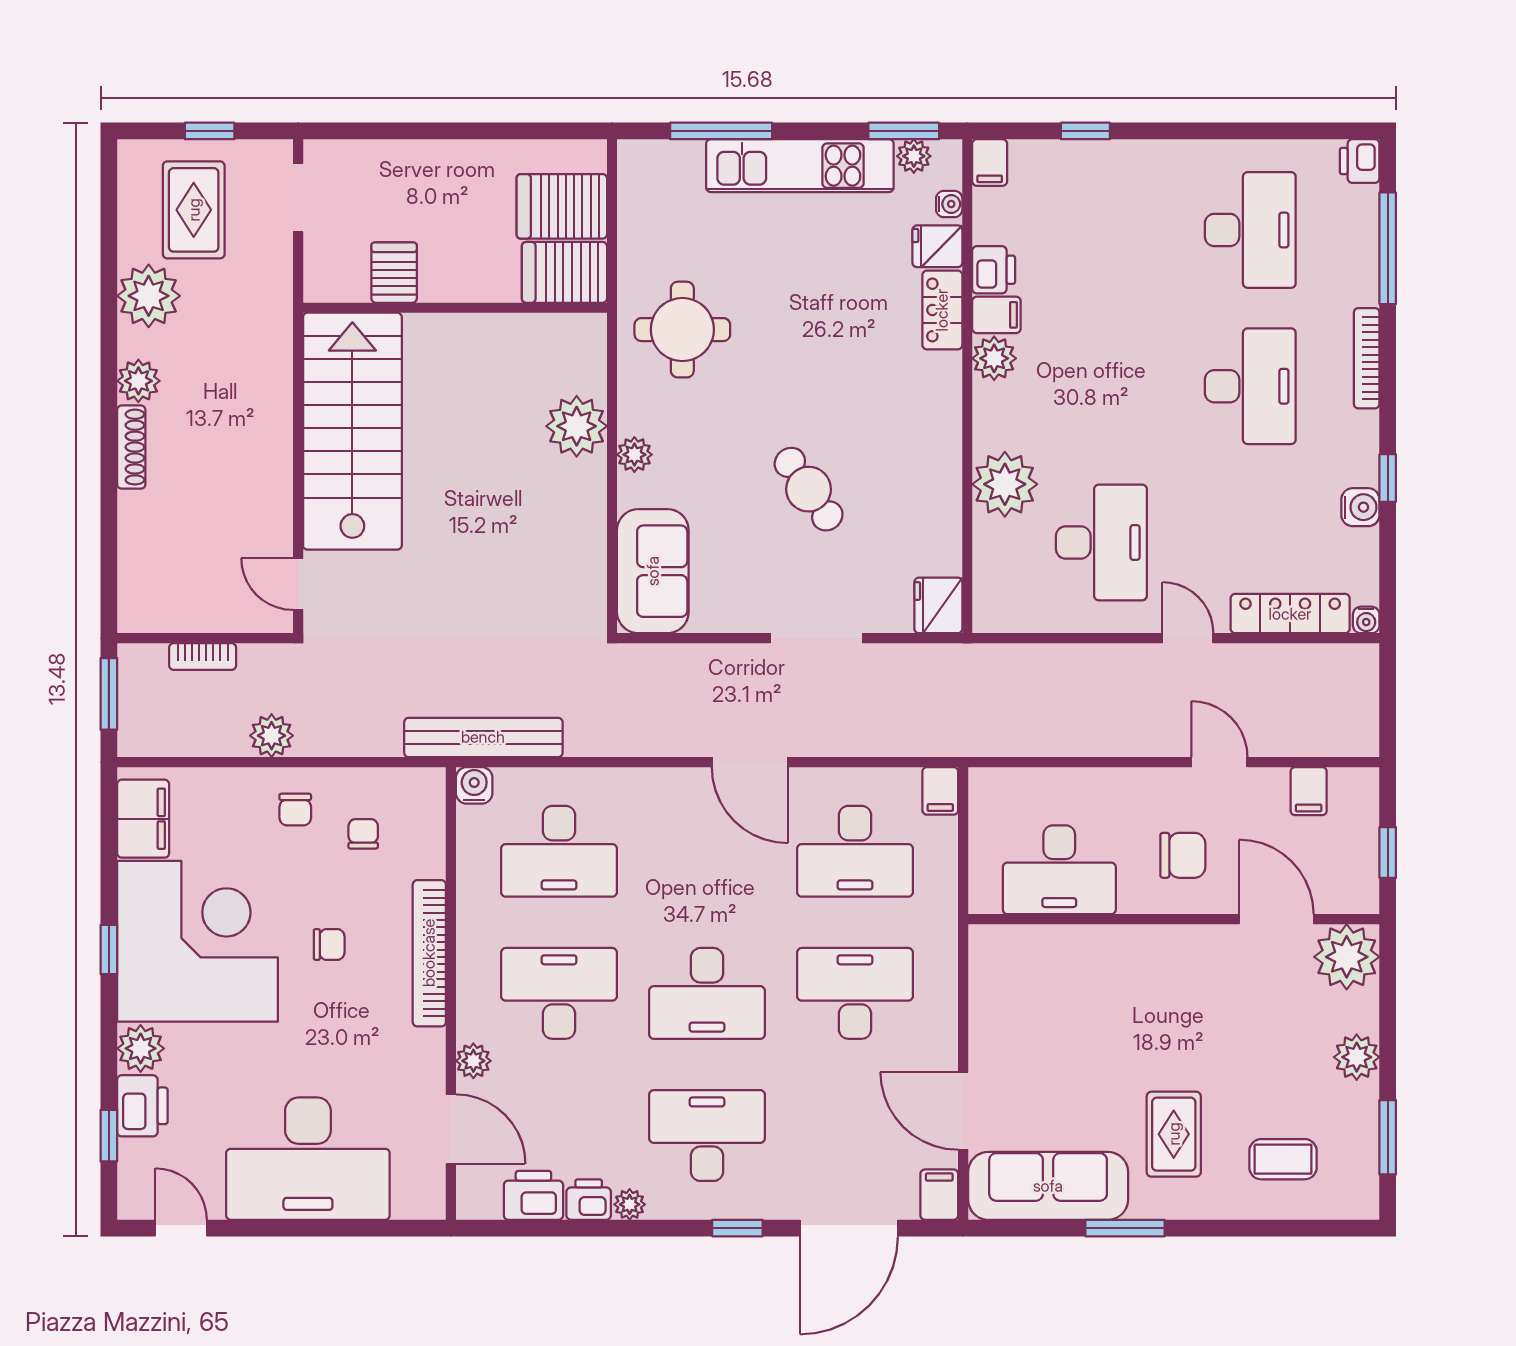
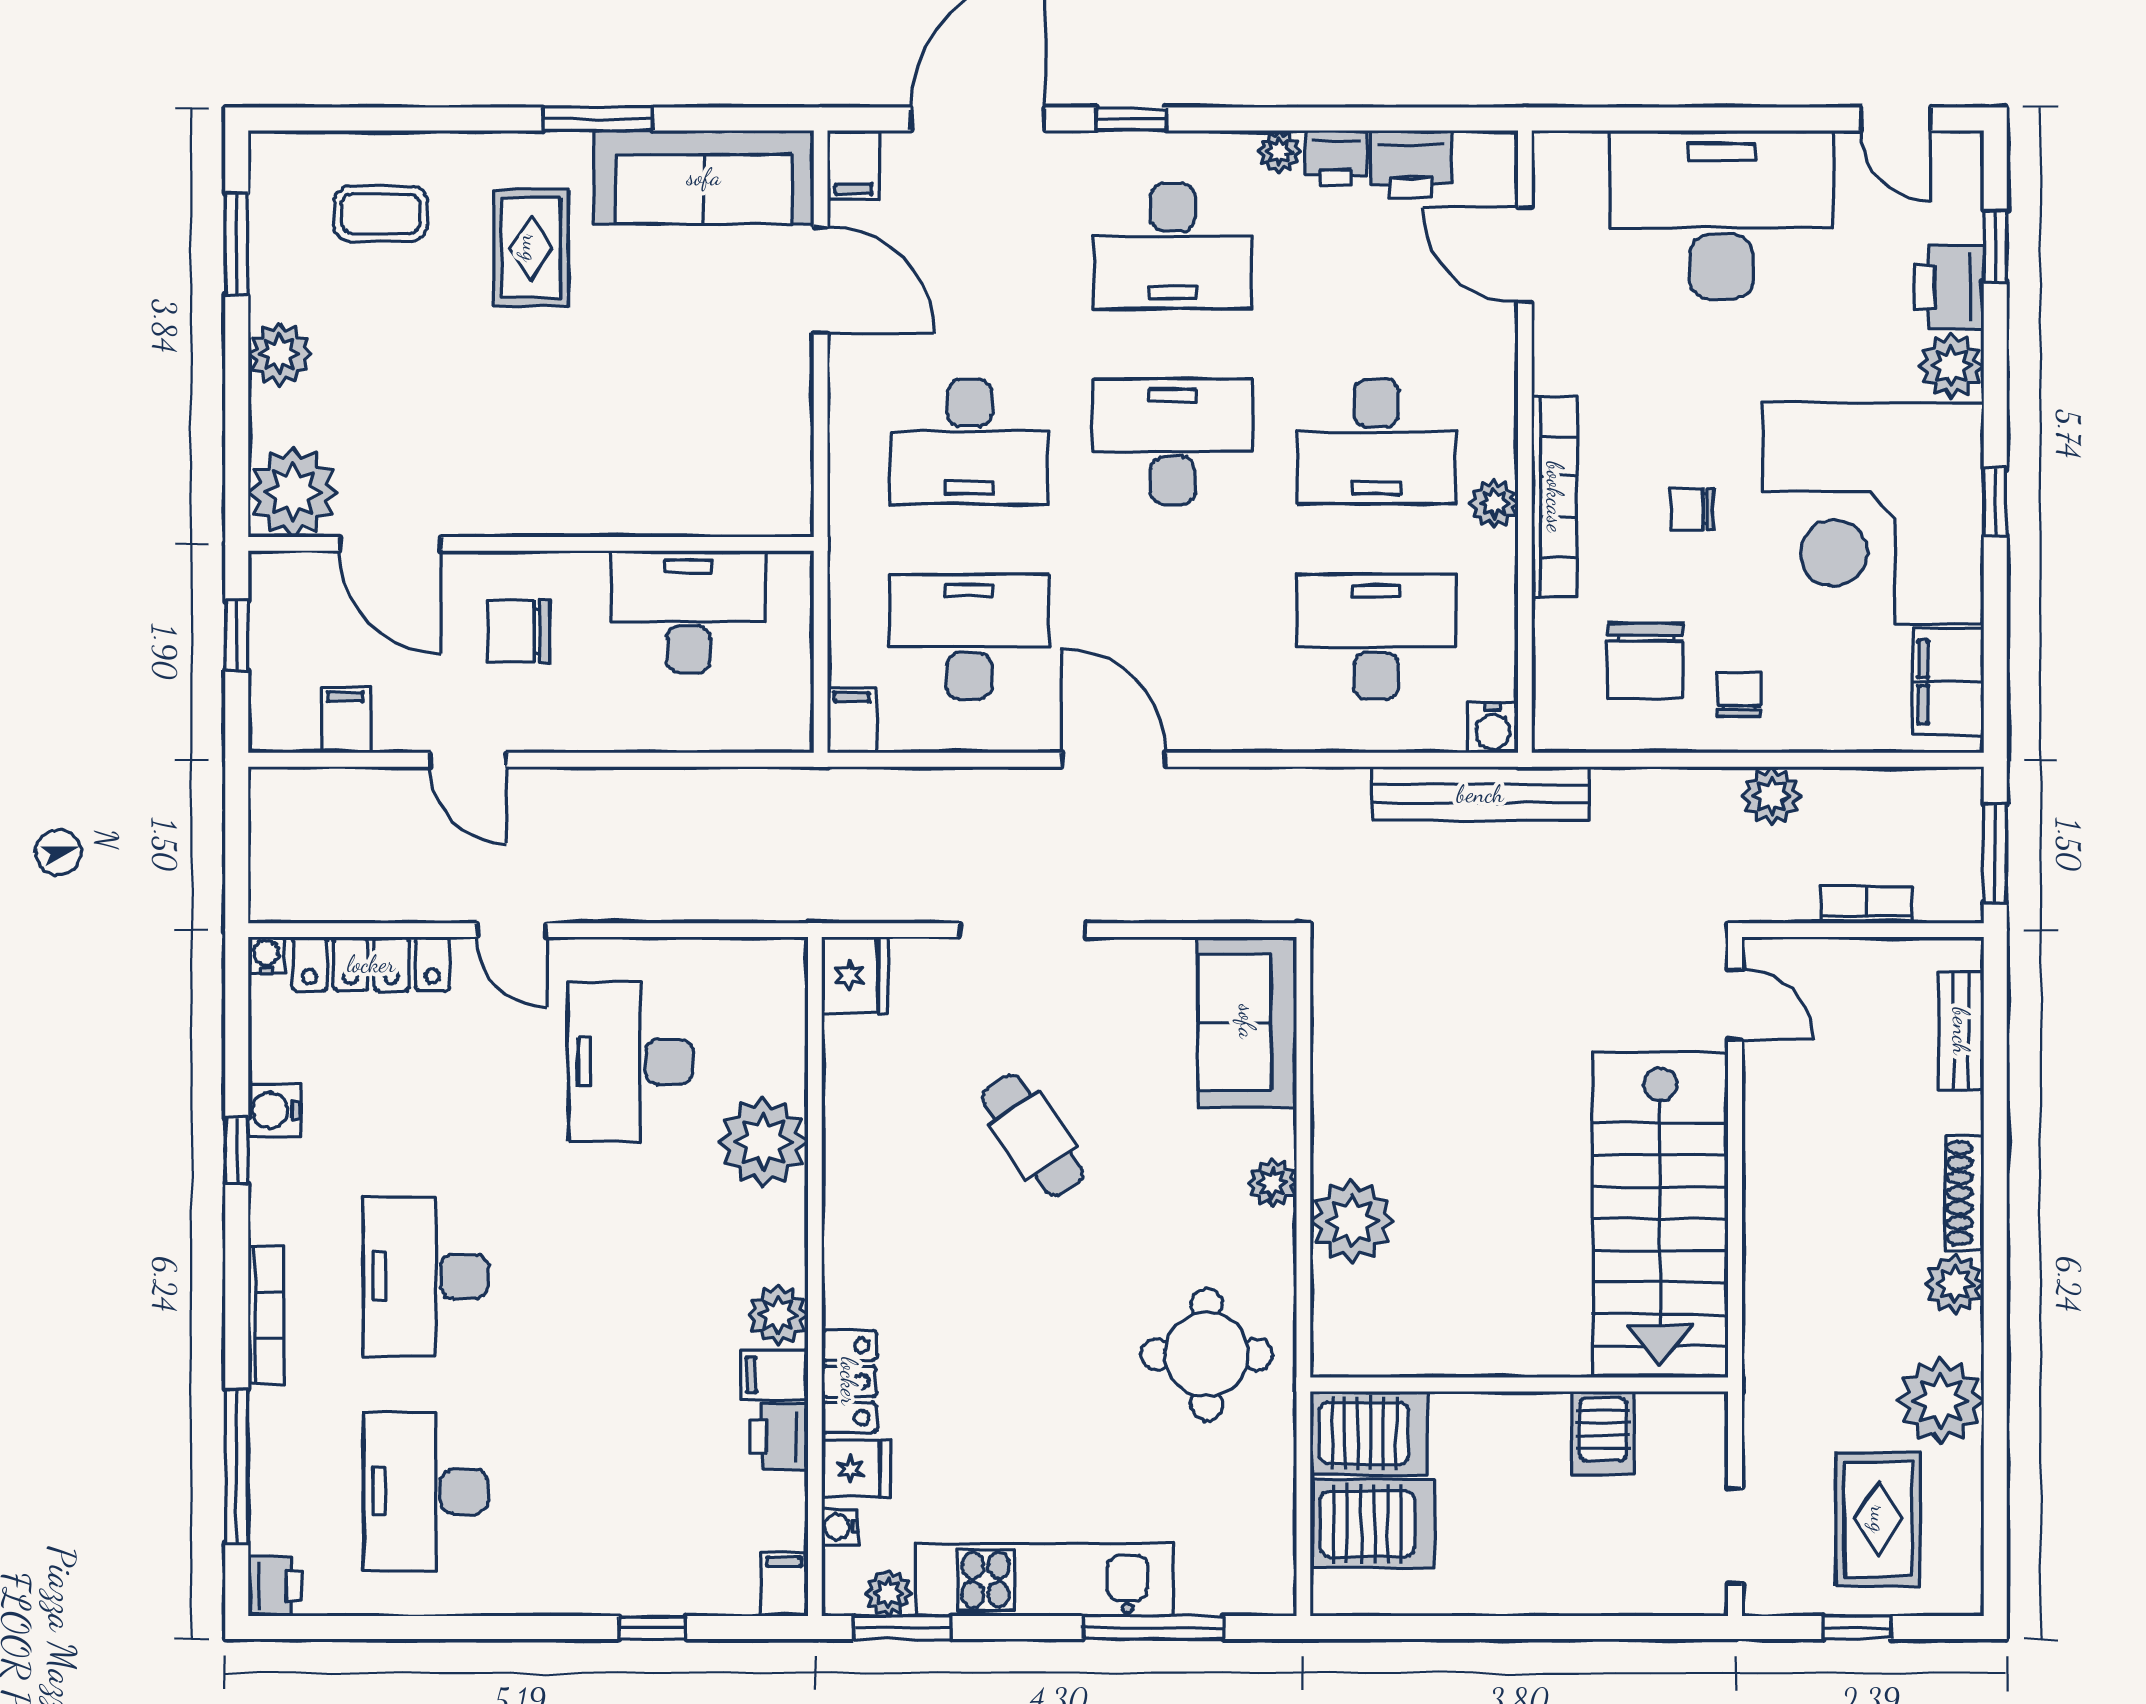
bench: (134, 565) -> (1961, 1031), added
chair: (363, 834) -> (1646, 661), width x1.87, depth x1.87
plant: (473, 1061) -> (1494, 503), moved

